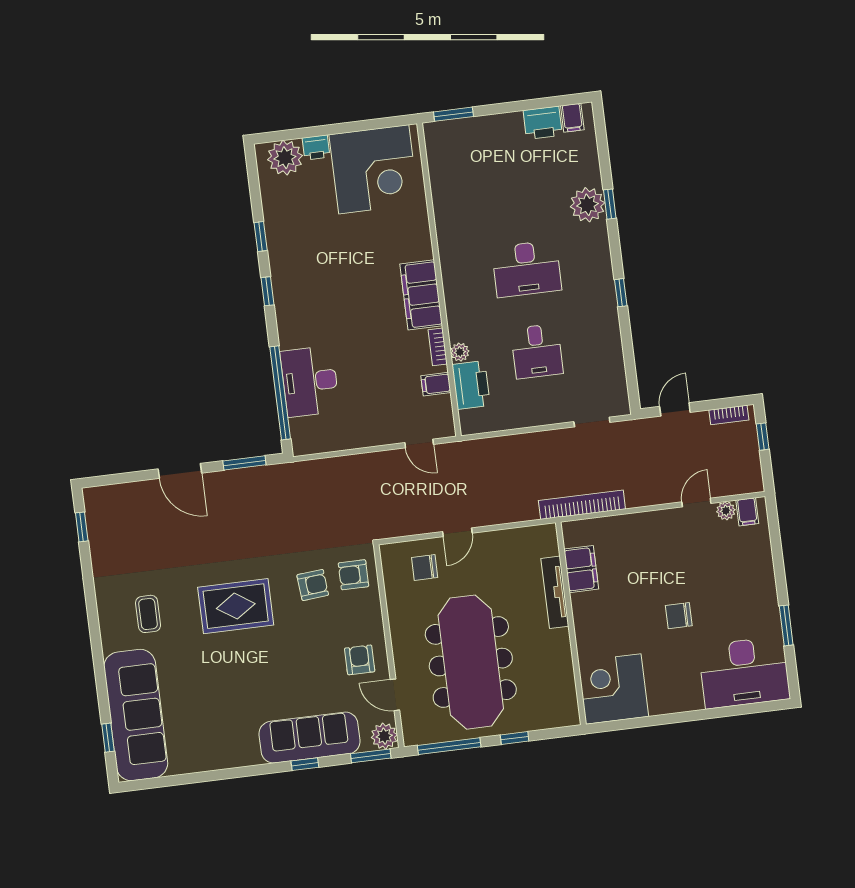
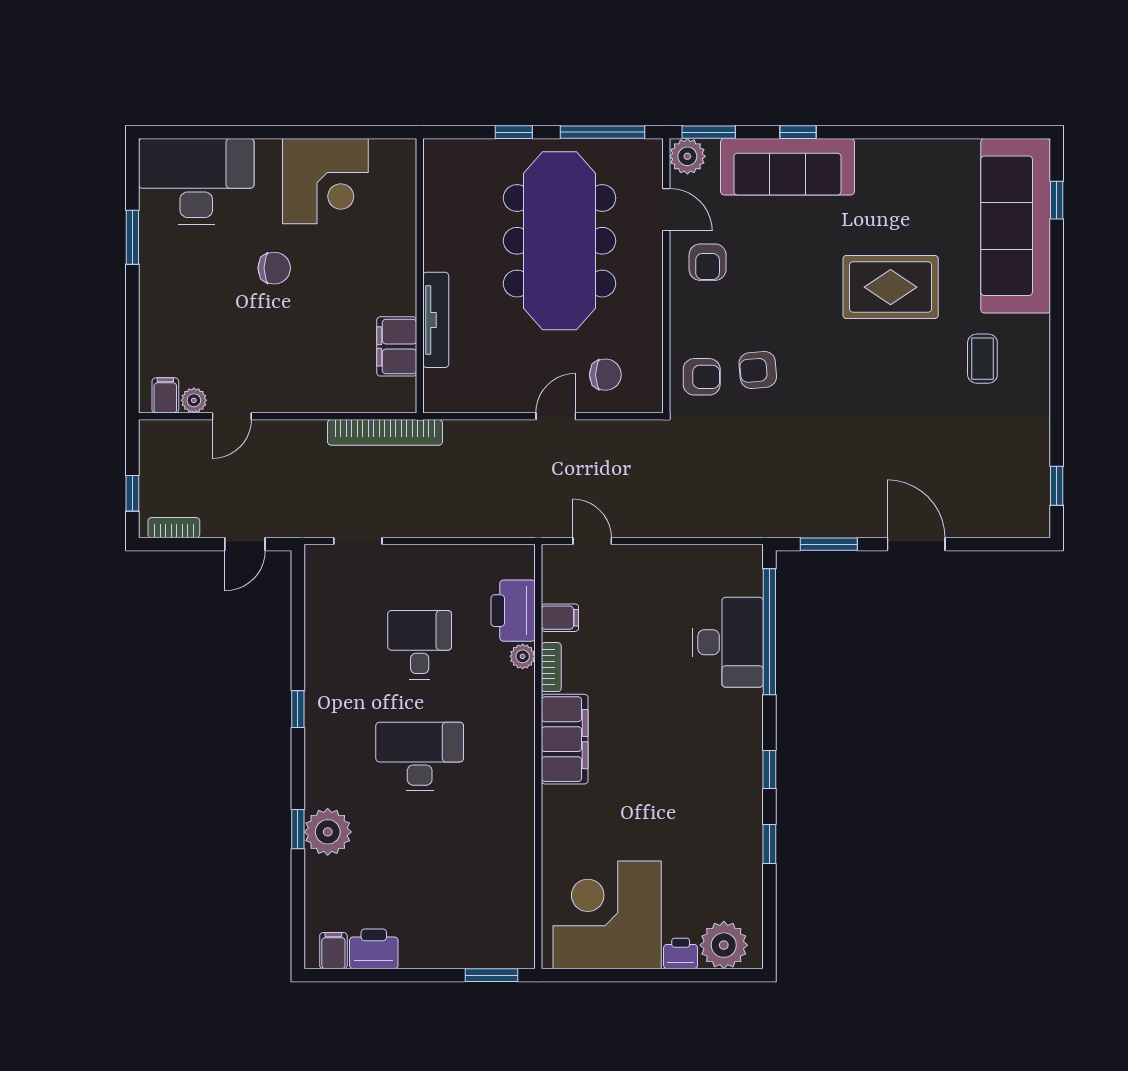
rug: (236, 606) -> (891, 287), moved
corner desk: (613, 689) -> (325, 181), moved

